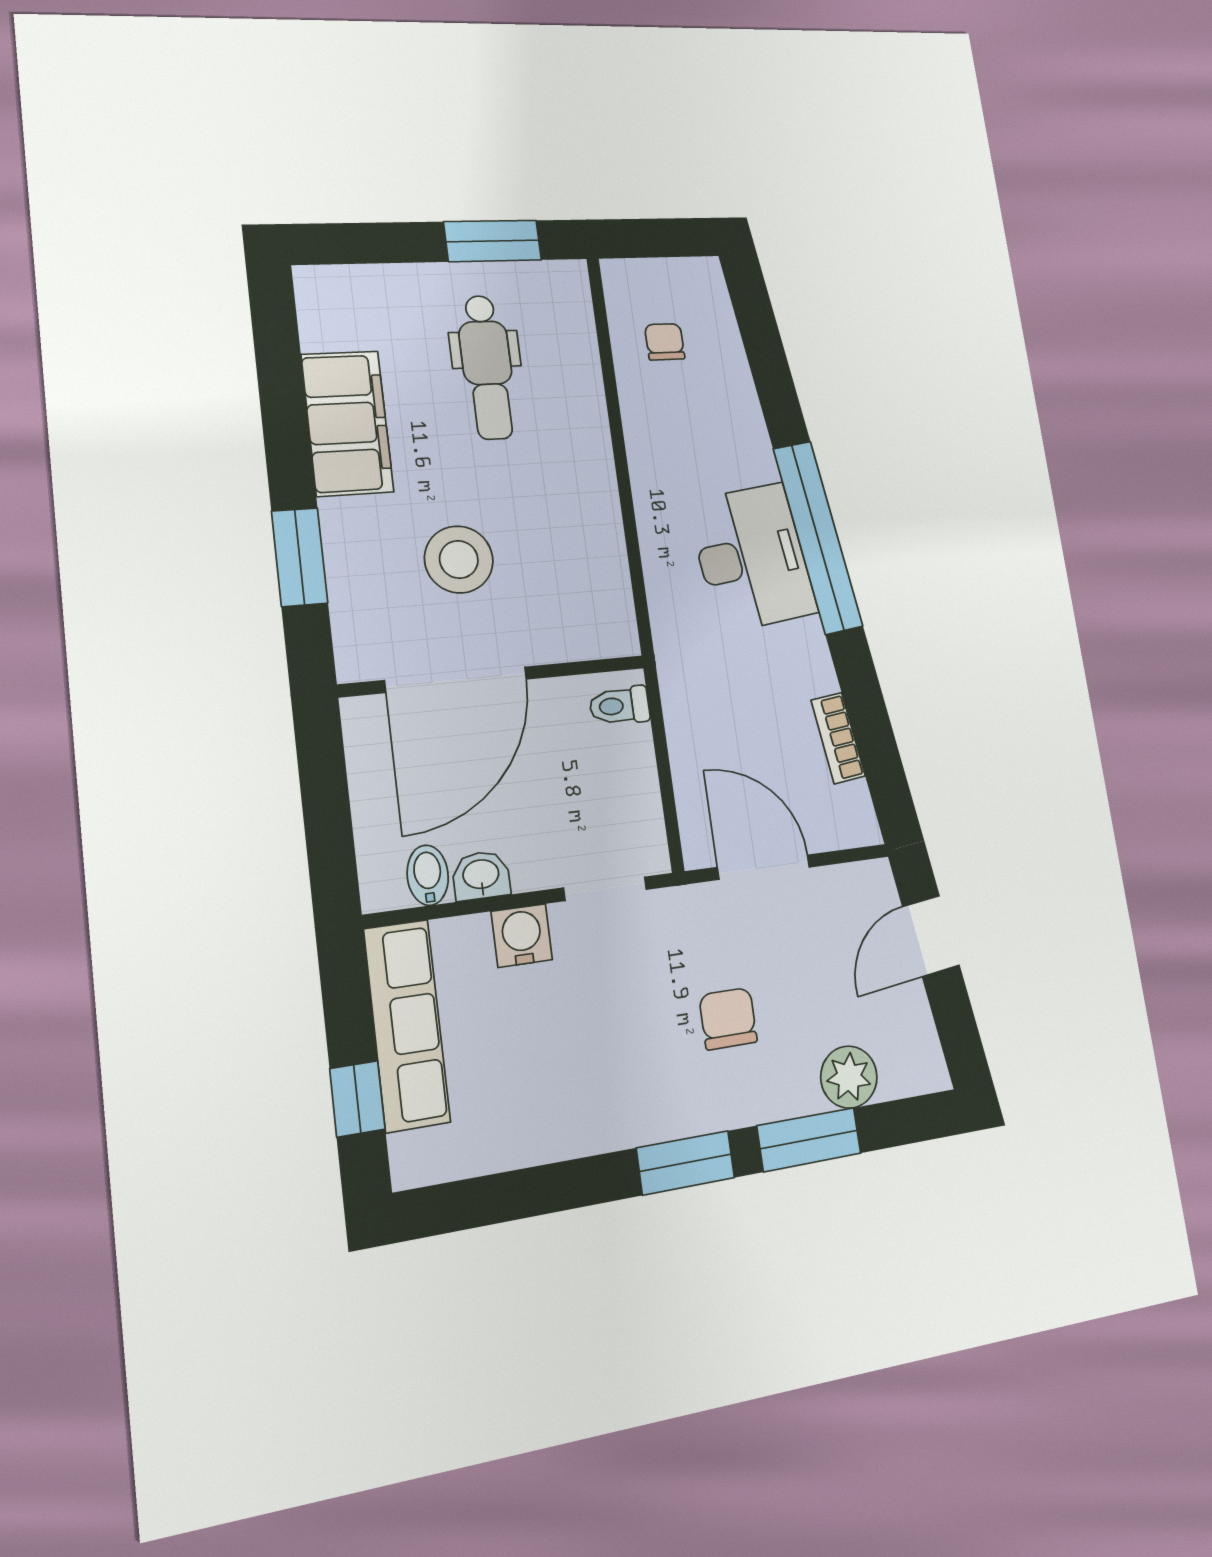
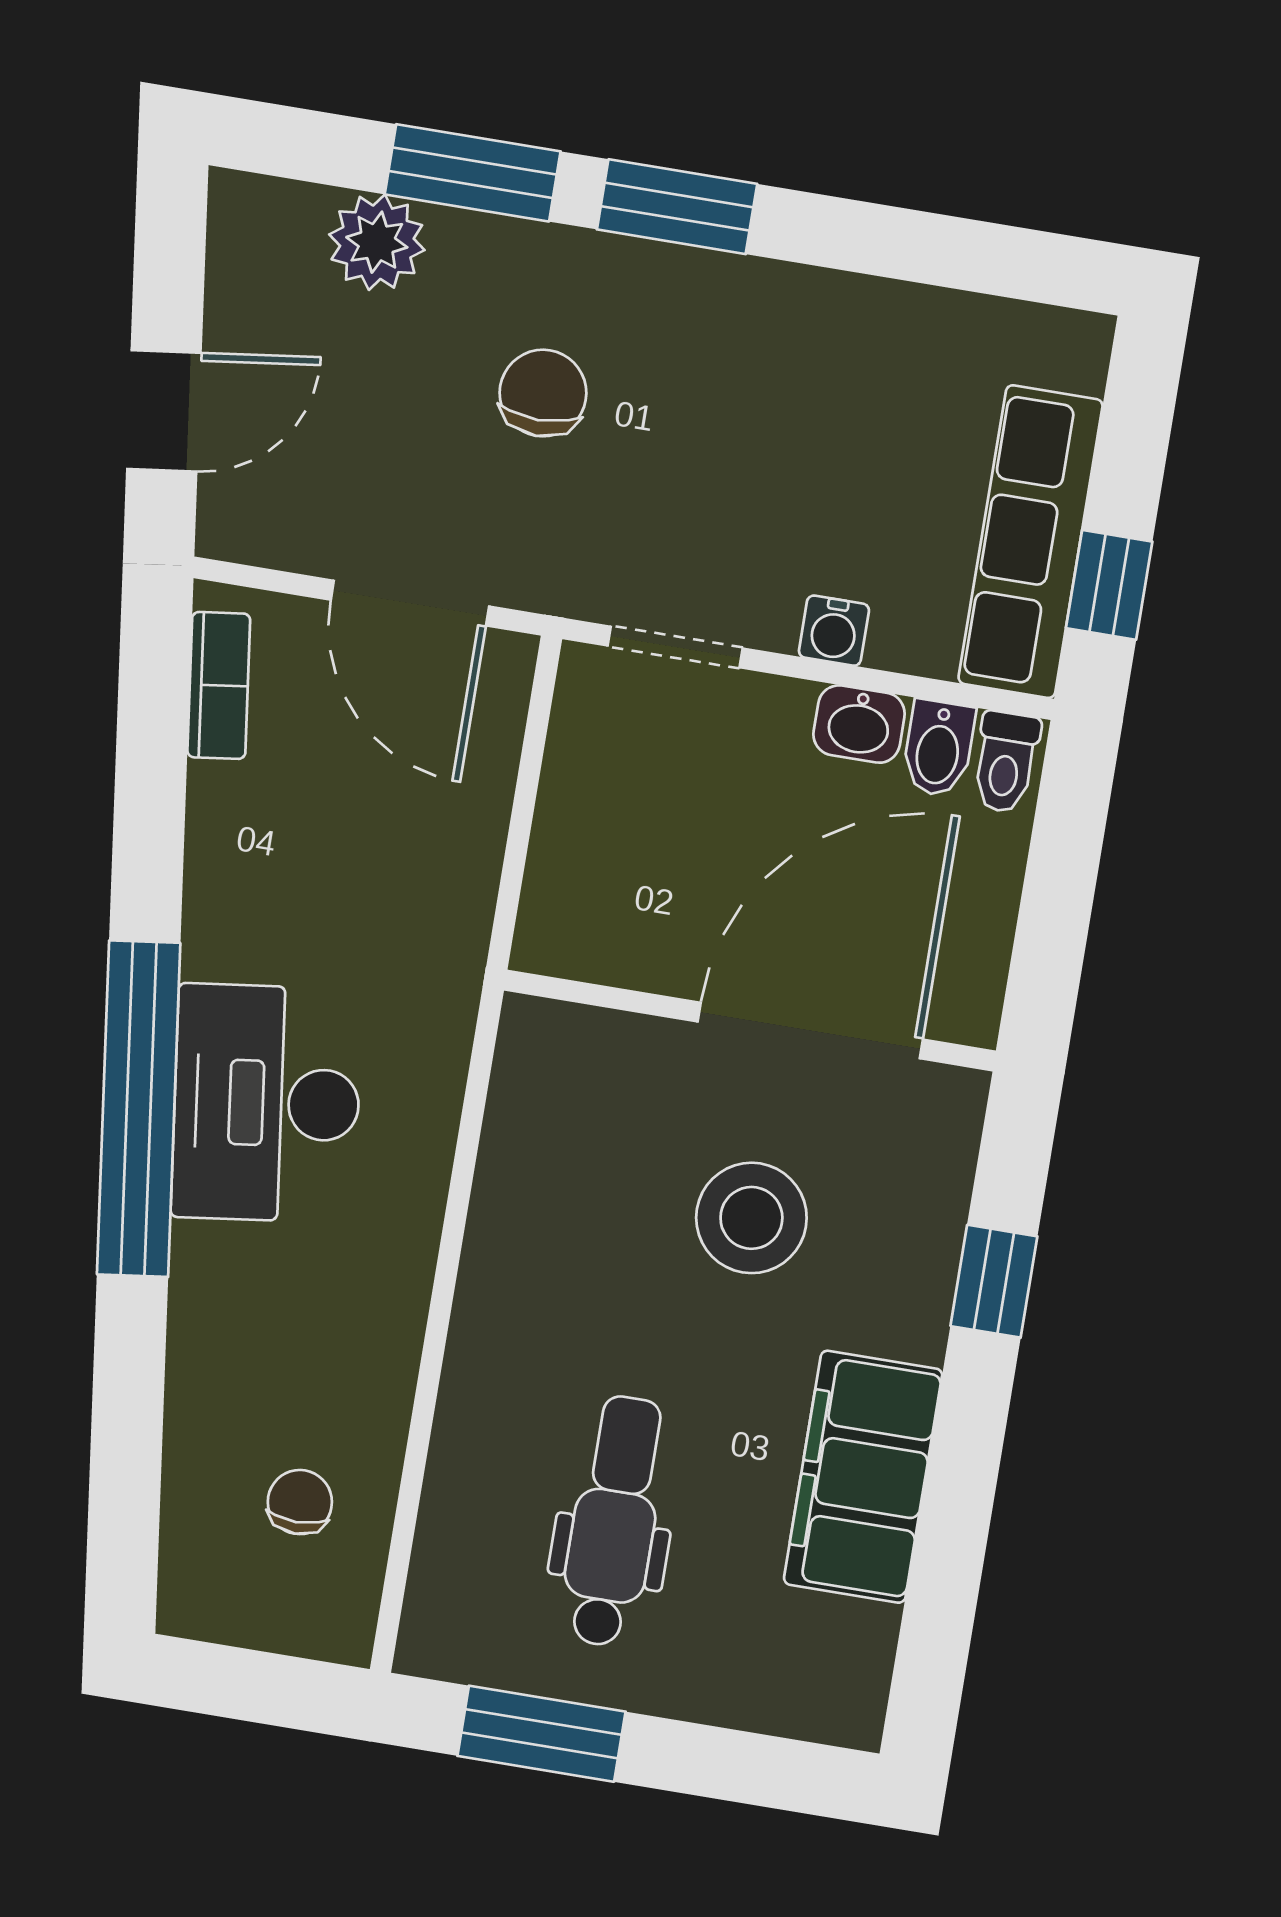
chair: (665, 342) -> (300, 1502), turned 180
window: (300, 557) -> (994, 1281), width x0.67
toilet: (619, 706) -> (1006, 762), moved, turned 90
bookcase: (838, 738) -> (219, 685), moved
water cooler: (522, 936) -> (834, 631), width x0.72, depth x0.72
chair: (728, 1019) -> (543, 393), turned 180
window: (357, 1099) -> (1109, 585), moved

